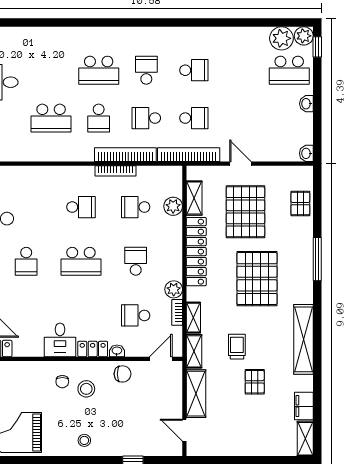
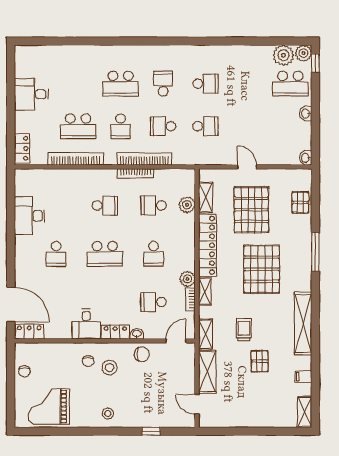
bookcase: (189, 155) -> (76, 159), moved
school desk: (136, 261) -> (154, 254), turned 180
shelving: (193, 318) -> (205, 291), moved
filing cabinet: (304, 406) -> (303, 377), width x0.50

